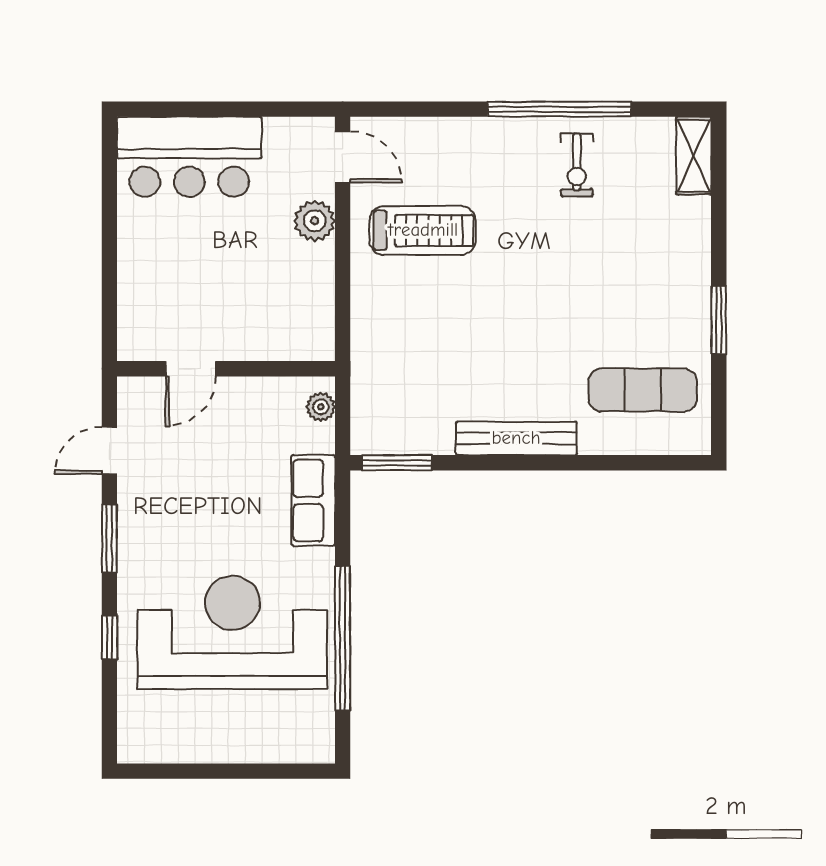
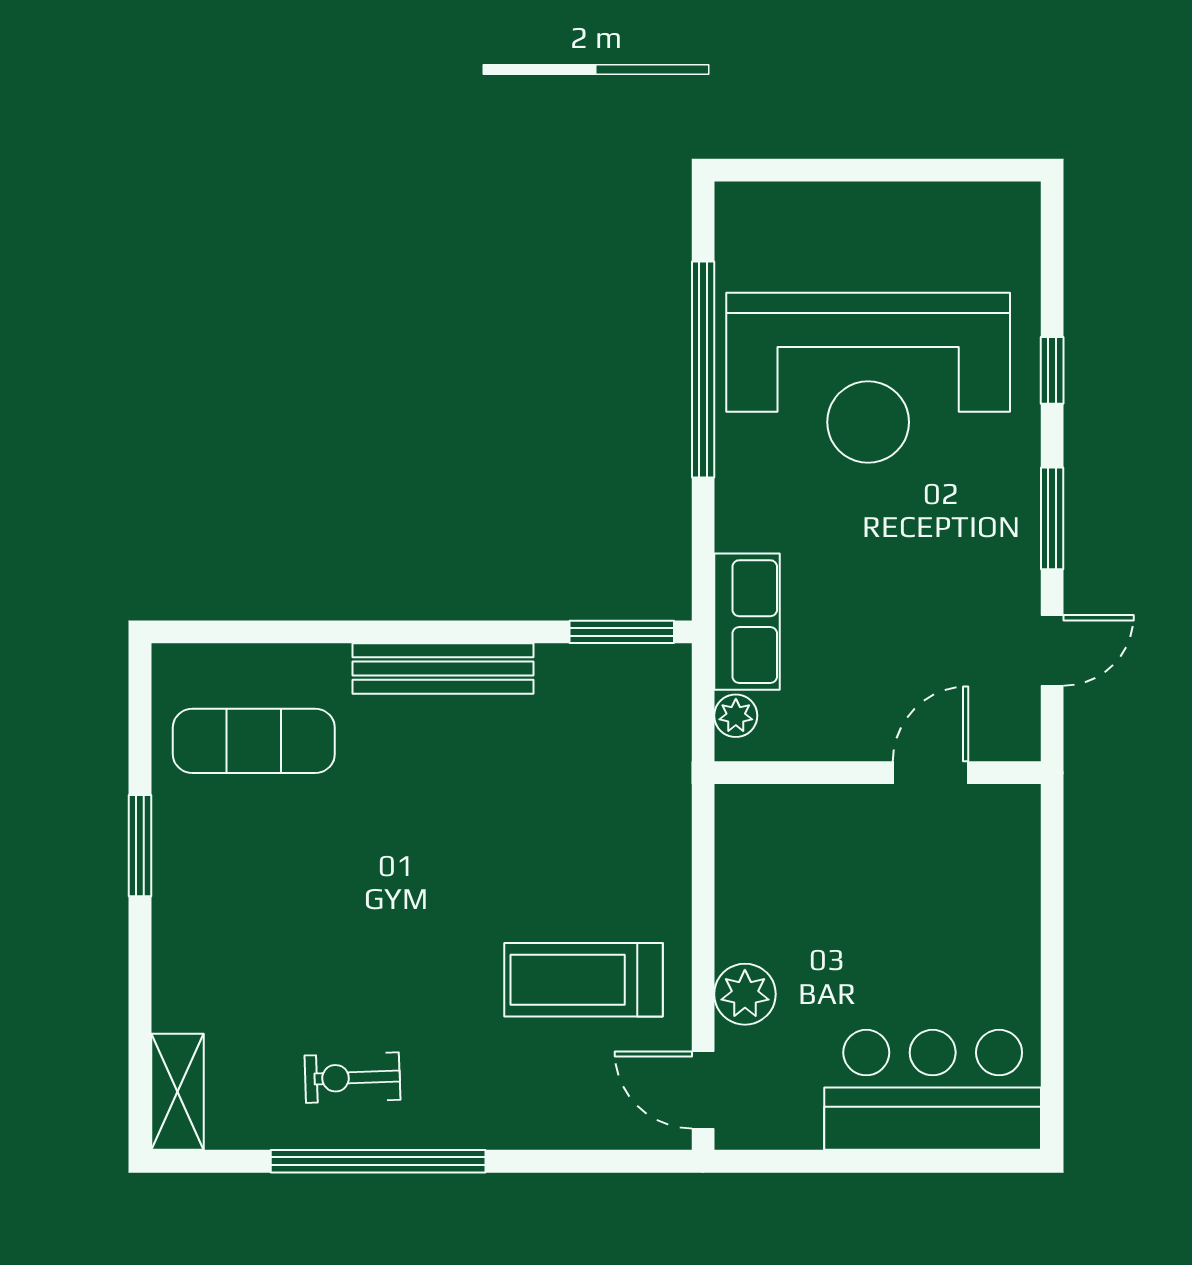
exercise bike: (577, 165) -> (352, 1078), turned -92
row of seats: (313, 500) -> (747, 622), moved

